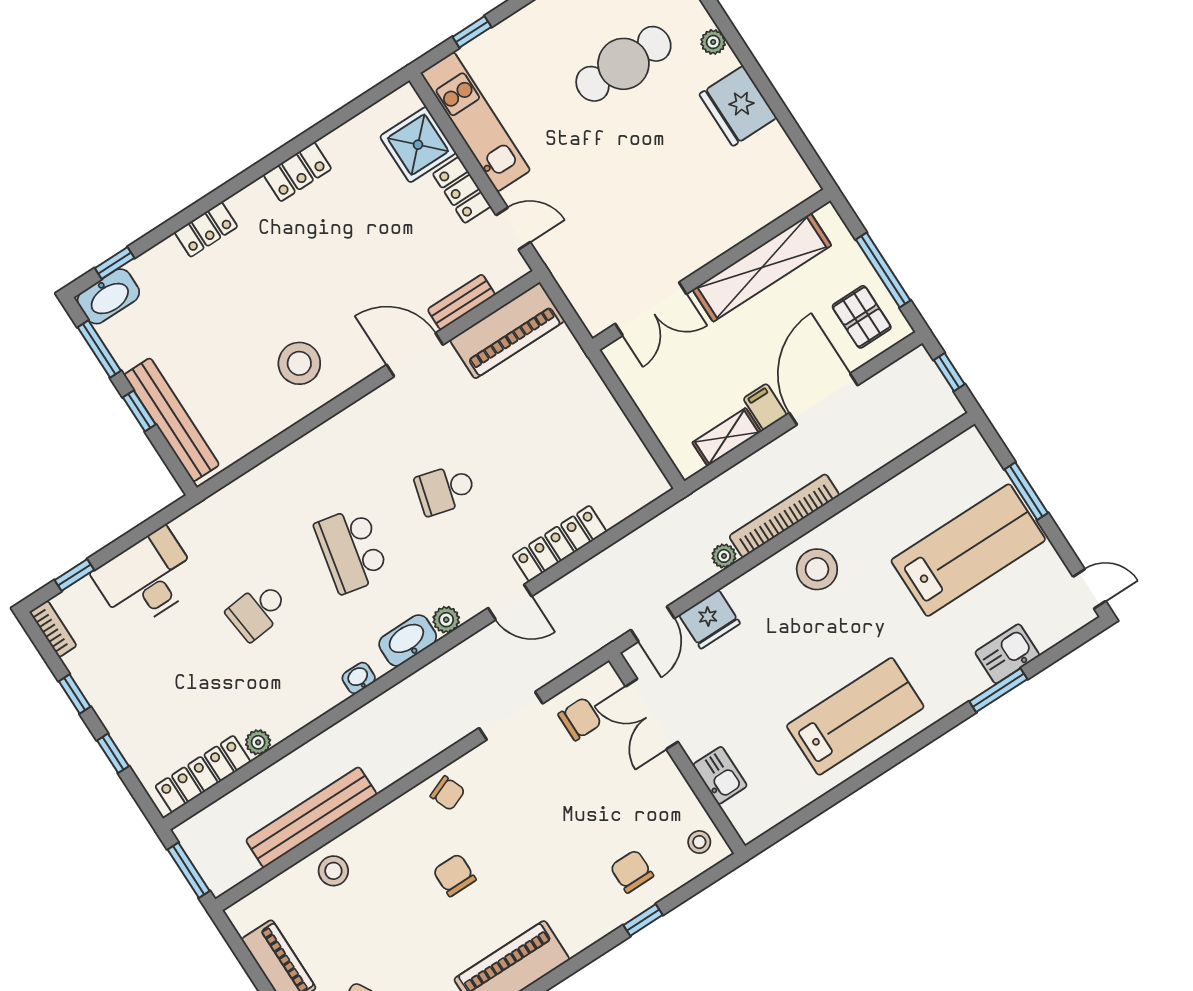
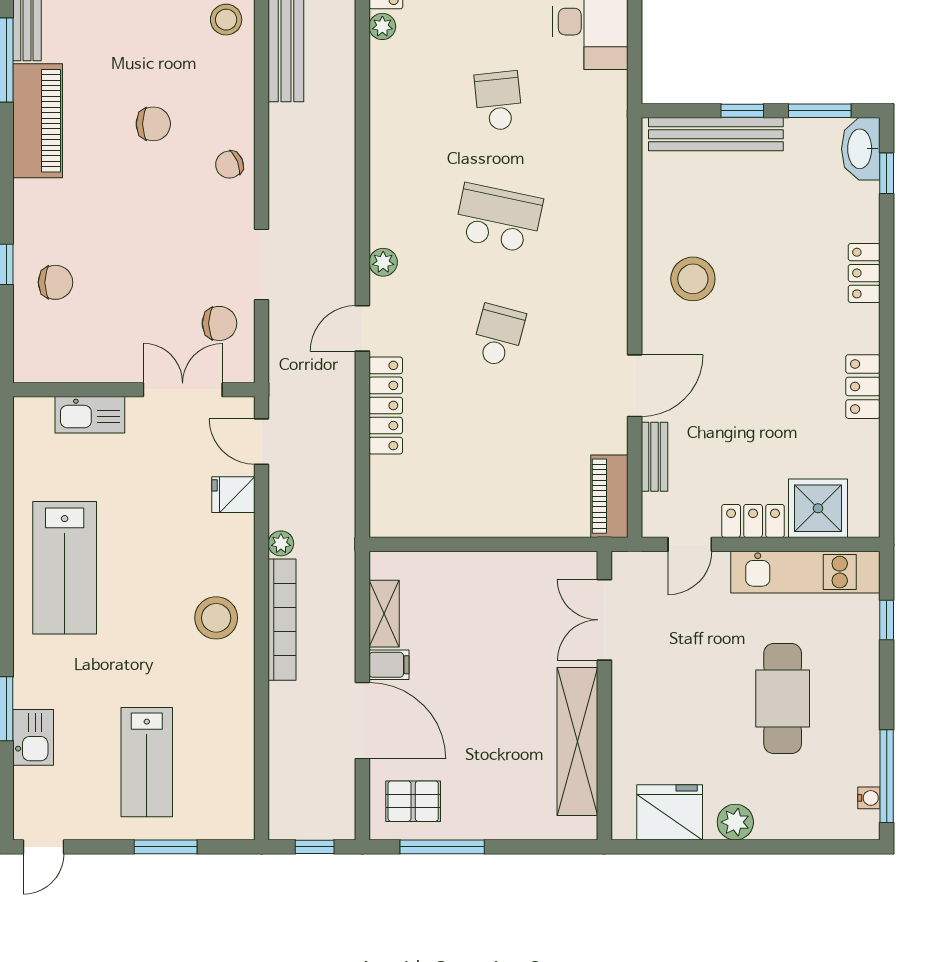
plant: (713, 42) -> (735, 822), width x1.38, depth x1.38
cafe table: (623, 64) -> (783, 699), moved
shelving: (762, 268) -> (577, 741), moved
wall: (711, 270) -> (604, 696), moved
double door: (651, 309) -> (604, 620), moved
piano: (507, 330) -> (609, 496), width x0.73, depth x0.75
lab bench: (968, 550) -> (147, 762), width x0.73, depth x0.72
fridge: (710, 619) -> (233, 495), width x0.72
washbasin: (408, 640) -> (387, 216), removed
washbasin: (359, 678) -> (382, 152), removed
chair: (580, 719) -> (219, 323), turned -90
kitchen sink: (720, 775) -> (90, 415), width x1.38
stool: (699, 842) -> (43, 359), removed

